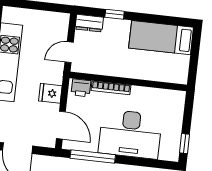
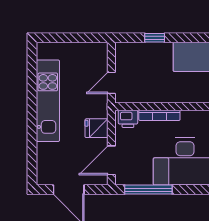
dresser: (89, 23) -> (129, 50), removed
door: (61, 125) -> (111, 160), swing flipped

